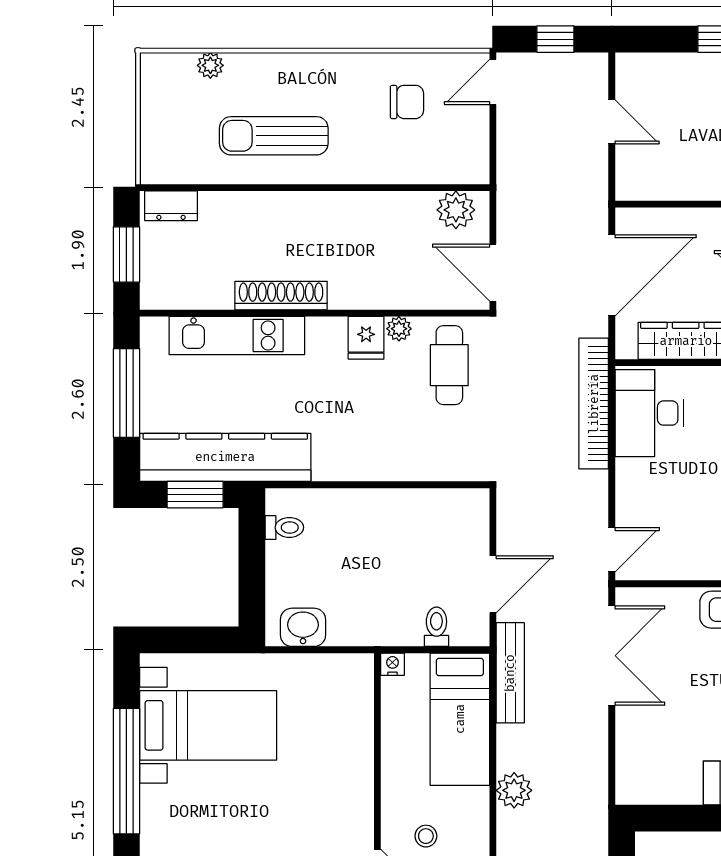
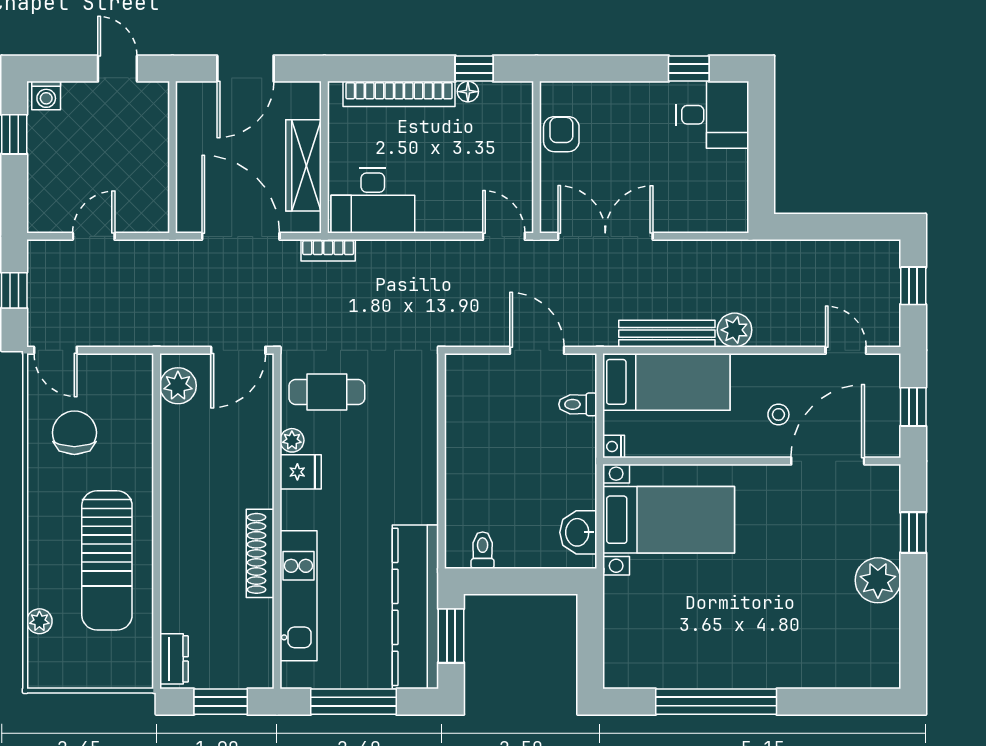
chair: (407, 102) -> (74, 433), width x1.37, depth x1.37
sun lounger: (274, 136) -> (107, 560), width x1.36, depth x1.34
bookcase: (594, 404) -> (328, 250), width x0.43, depth x0.76
bench: (510, 673) -> (667, 334), moved
bed with nightstands: (208, 725) -> (669, 520), moved, turned 90

